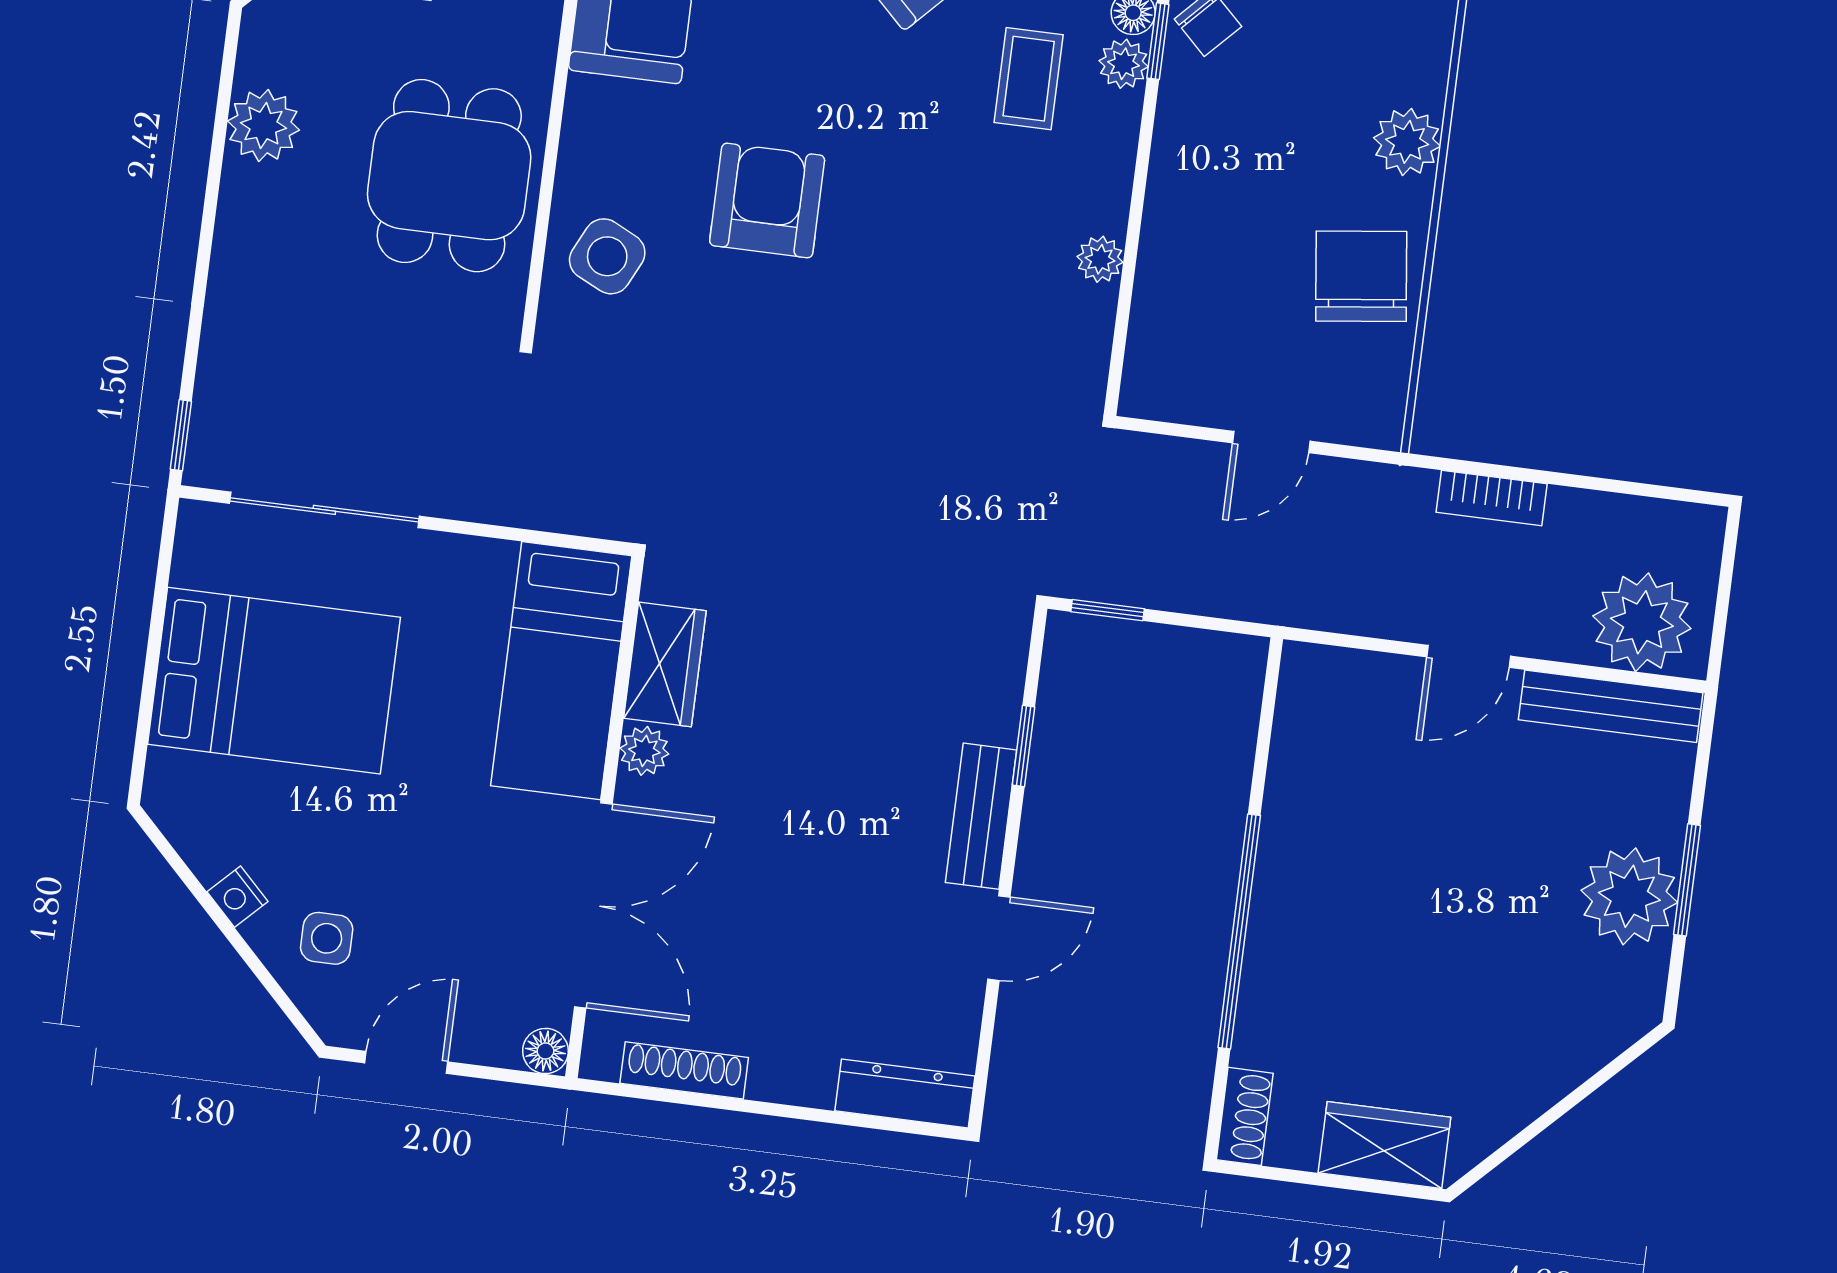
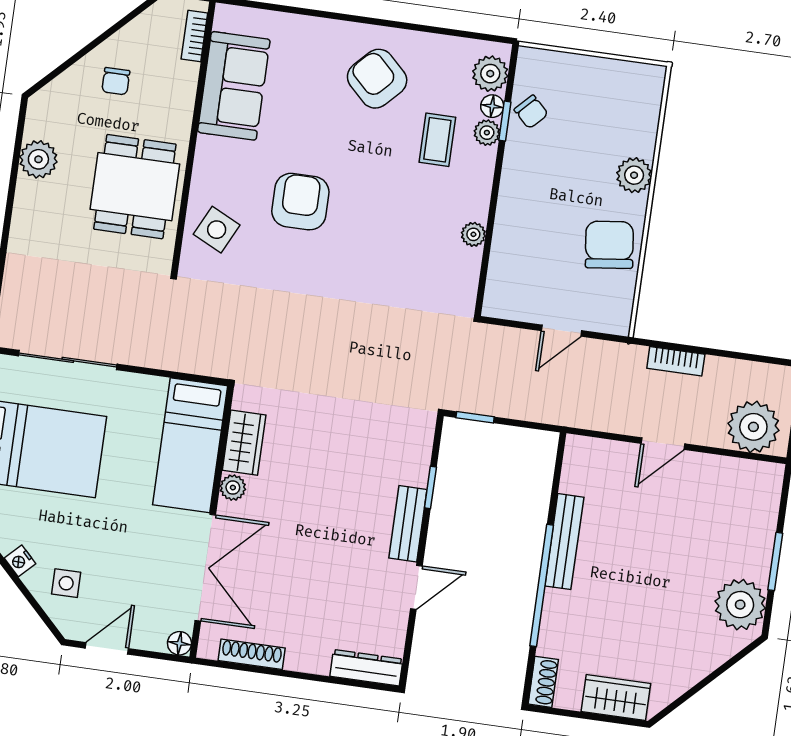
bench: (1611, 706) -> (564, 542), moved, turned 90
plant: (1629, 896) -> (740, 605), moved

